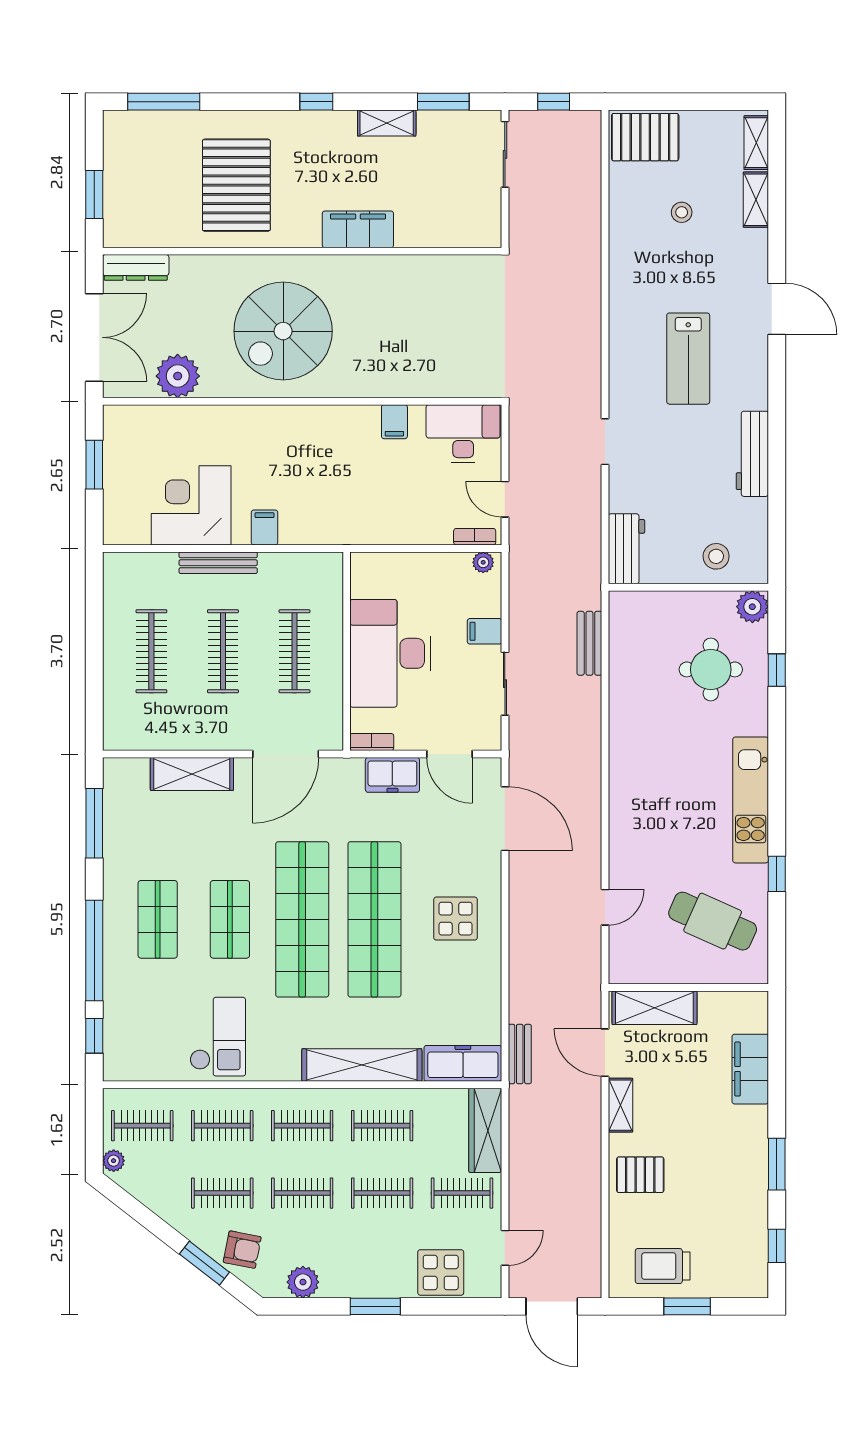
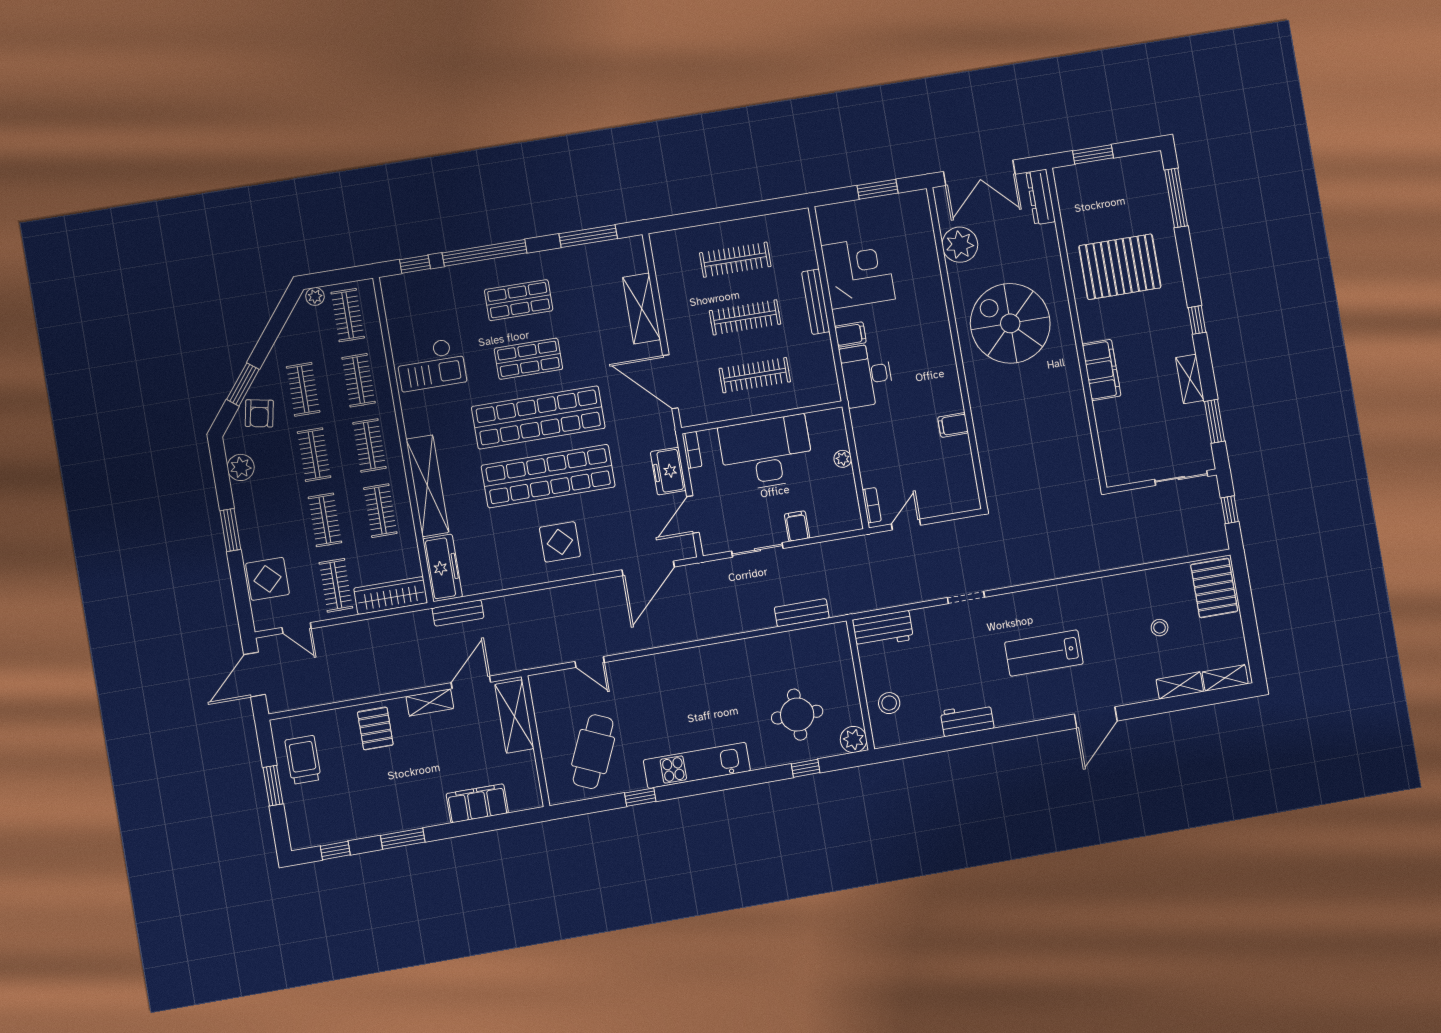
desk: (463, 433) -> (867, 375), moved, turned 180
workbench: (752, 454) -> (967, 720), width x0.73
plant: (483, 562) -> (843, 459), moved

